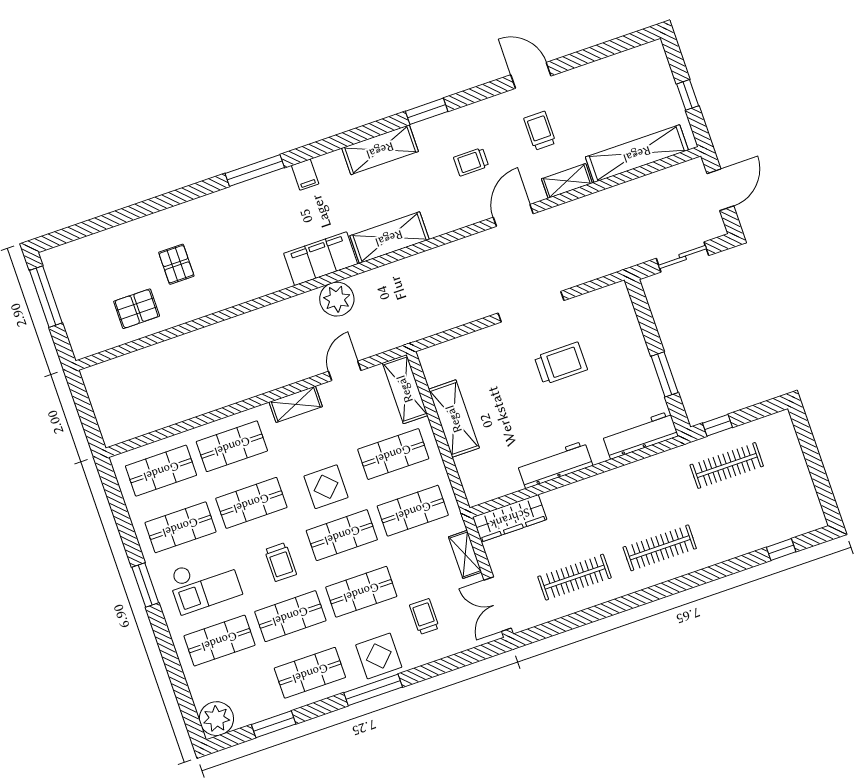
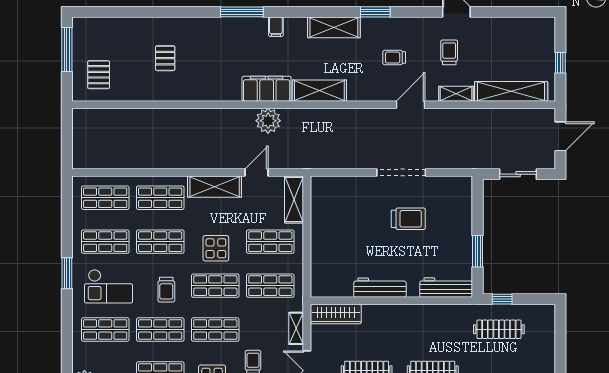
pallet: (137, 309) -> (99, 75), moved, turned 90
shelving: (296, 404) -> (215, 187), width x1.50, depth x1.33
shelving: (454, 419) -> (321, 232), removed

